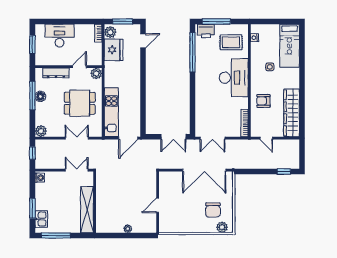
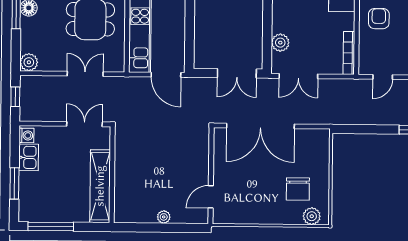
armchair: (263, 101) -> (379, 19), turned 90
plant: (201, 117) -> (280, 43), added
door: (128, 138) -> (166, 75), hinge flipped
door: (266, 138) -> (383, 77), hinge flipped
double door: (204, 170) -> (260, 126), moved
door: (158, 205) -> (211, 197), moved
kitchen sink: (41, 219) -> (29, 157), moved

